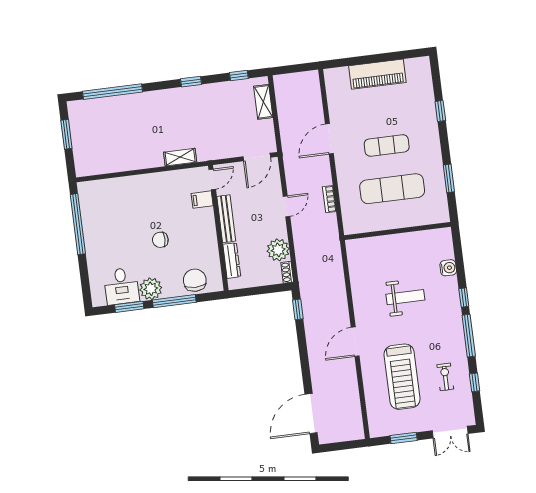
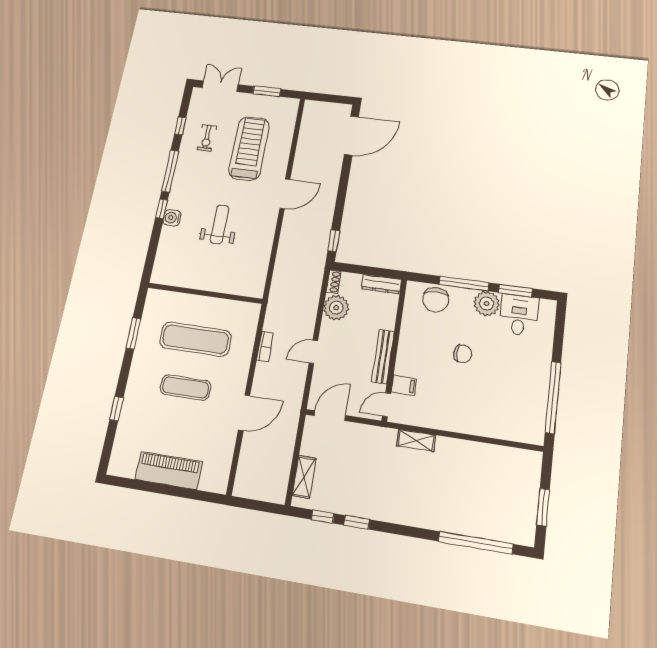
window: (191, 82) -> (357, 522), moved
dresser: (232, 261) -> (381, 284), moved, turned -90
water cooler: (448, 268) -> (172, 218), moved
weight bench: (405, 297) -> (220, 224), turned 90

